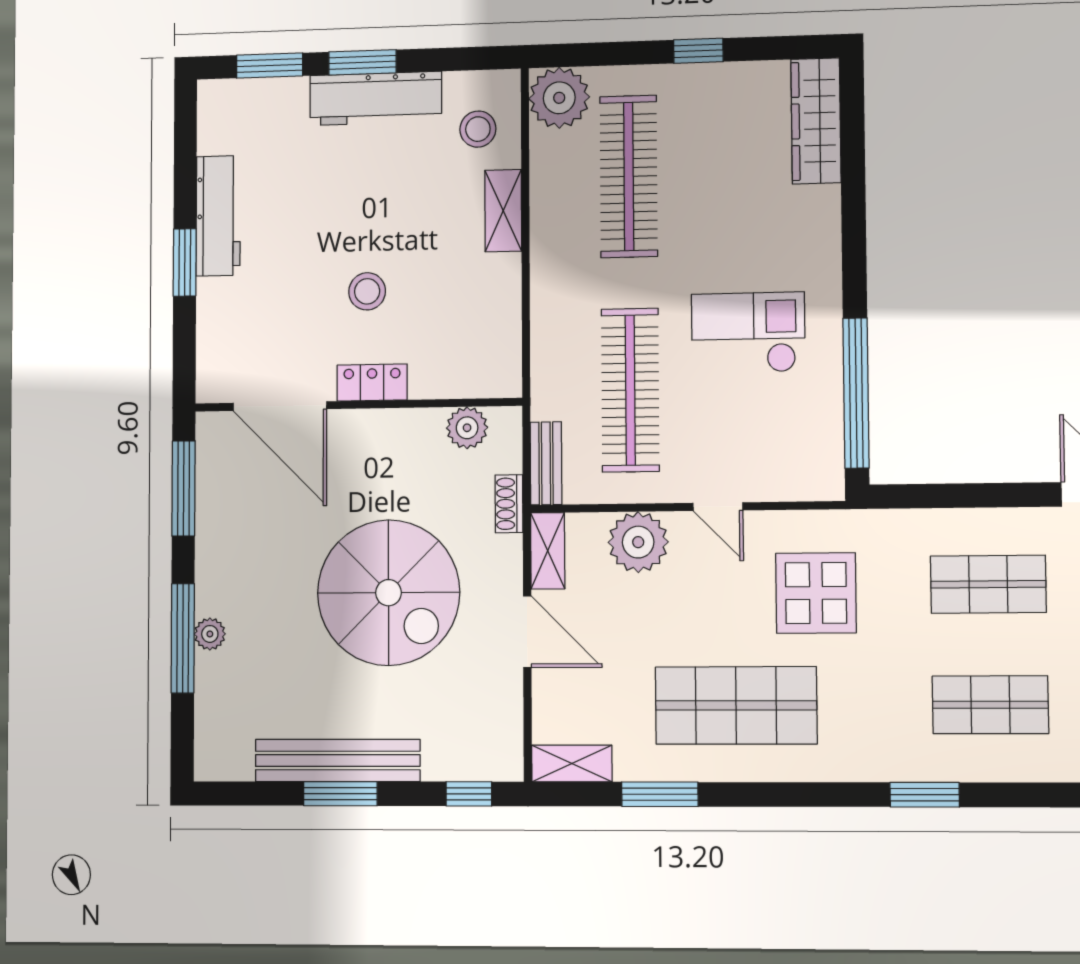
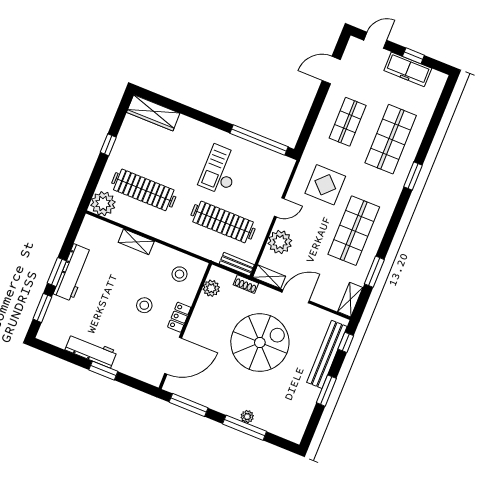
stool: (478, 129) -> (180, 274), moved
shop shelf: (990, 705) -> (391, 139), width x1.43, depth x1.36
bench: (337, 761) -> (327, 354), moved

